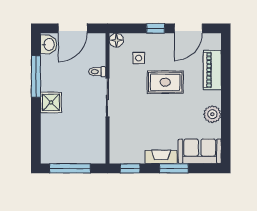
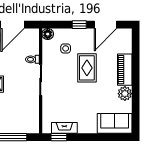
piano: (212, 70) -> (125, 70), moved
rug: (165, 82) -> (87, 68), turned 90
fireplace: (161, 157) -> (64, 128), moved
window: (174, 168) -> (94, 137), removed

